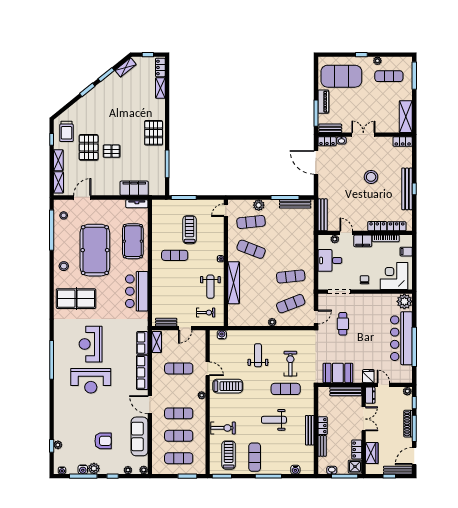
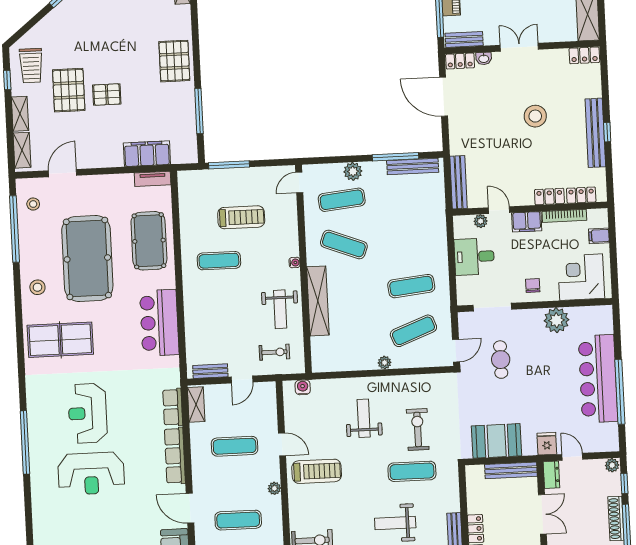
treadmill: (190, 230) -> (241, 217), turned 90
plant: (404, 301) -> (556, 320), moved

